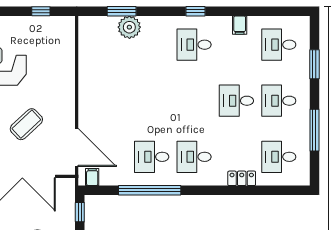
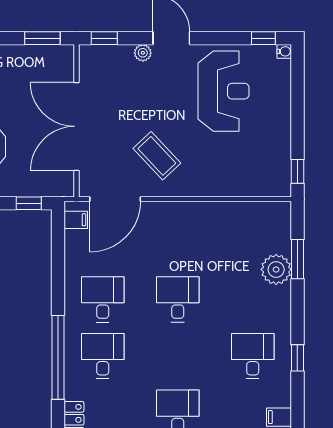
window: (41, 11) -> (297, 171), moved
desk: (152, 101) -> (178, 299), added
coffee table: (26, 124) -> (157, 156), moved
window: (150, 190) -> (58, 357), moved

